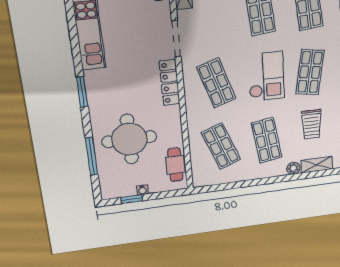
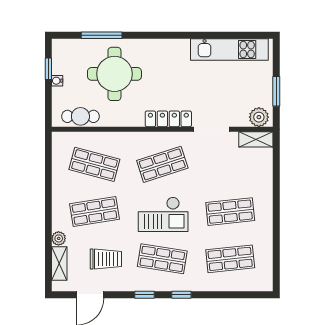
window: (82, 92) -> (169, 35), removed
trolley: (311, 124) -> (106, 259), turned 180
shop shelf: (221, 146) -> (94, 164), turned 36

